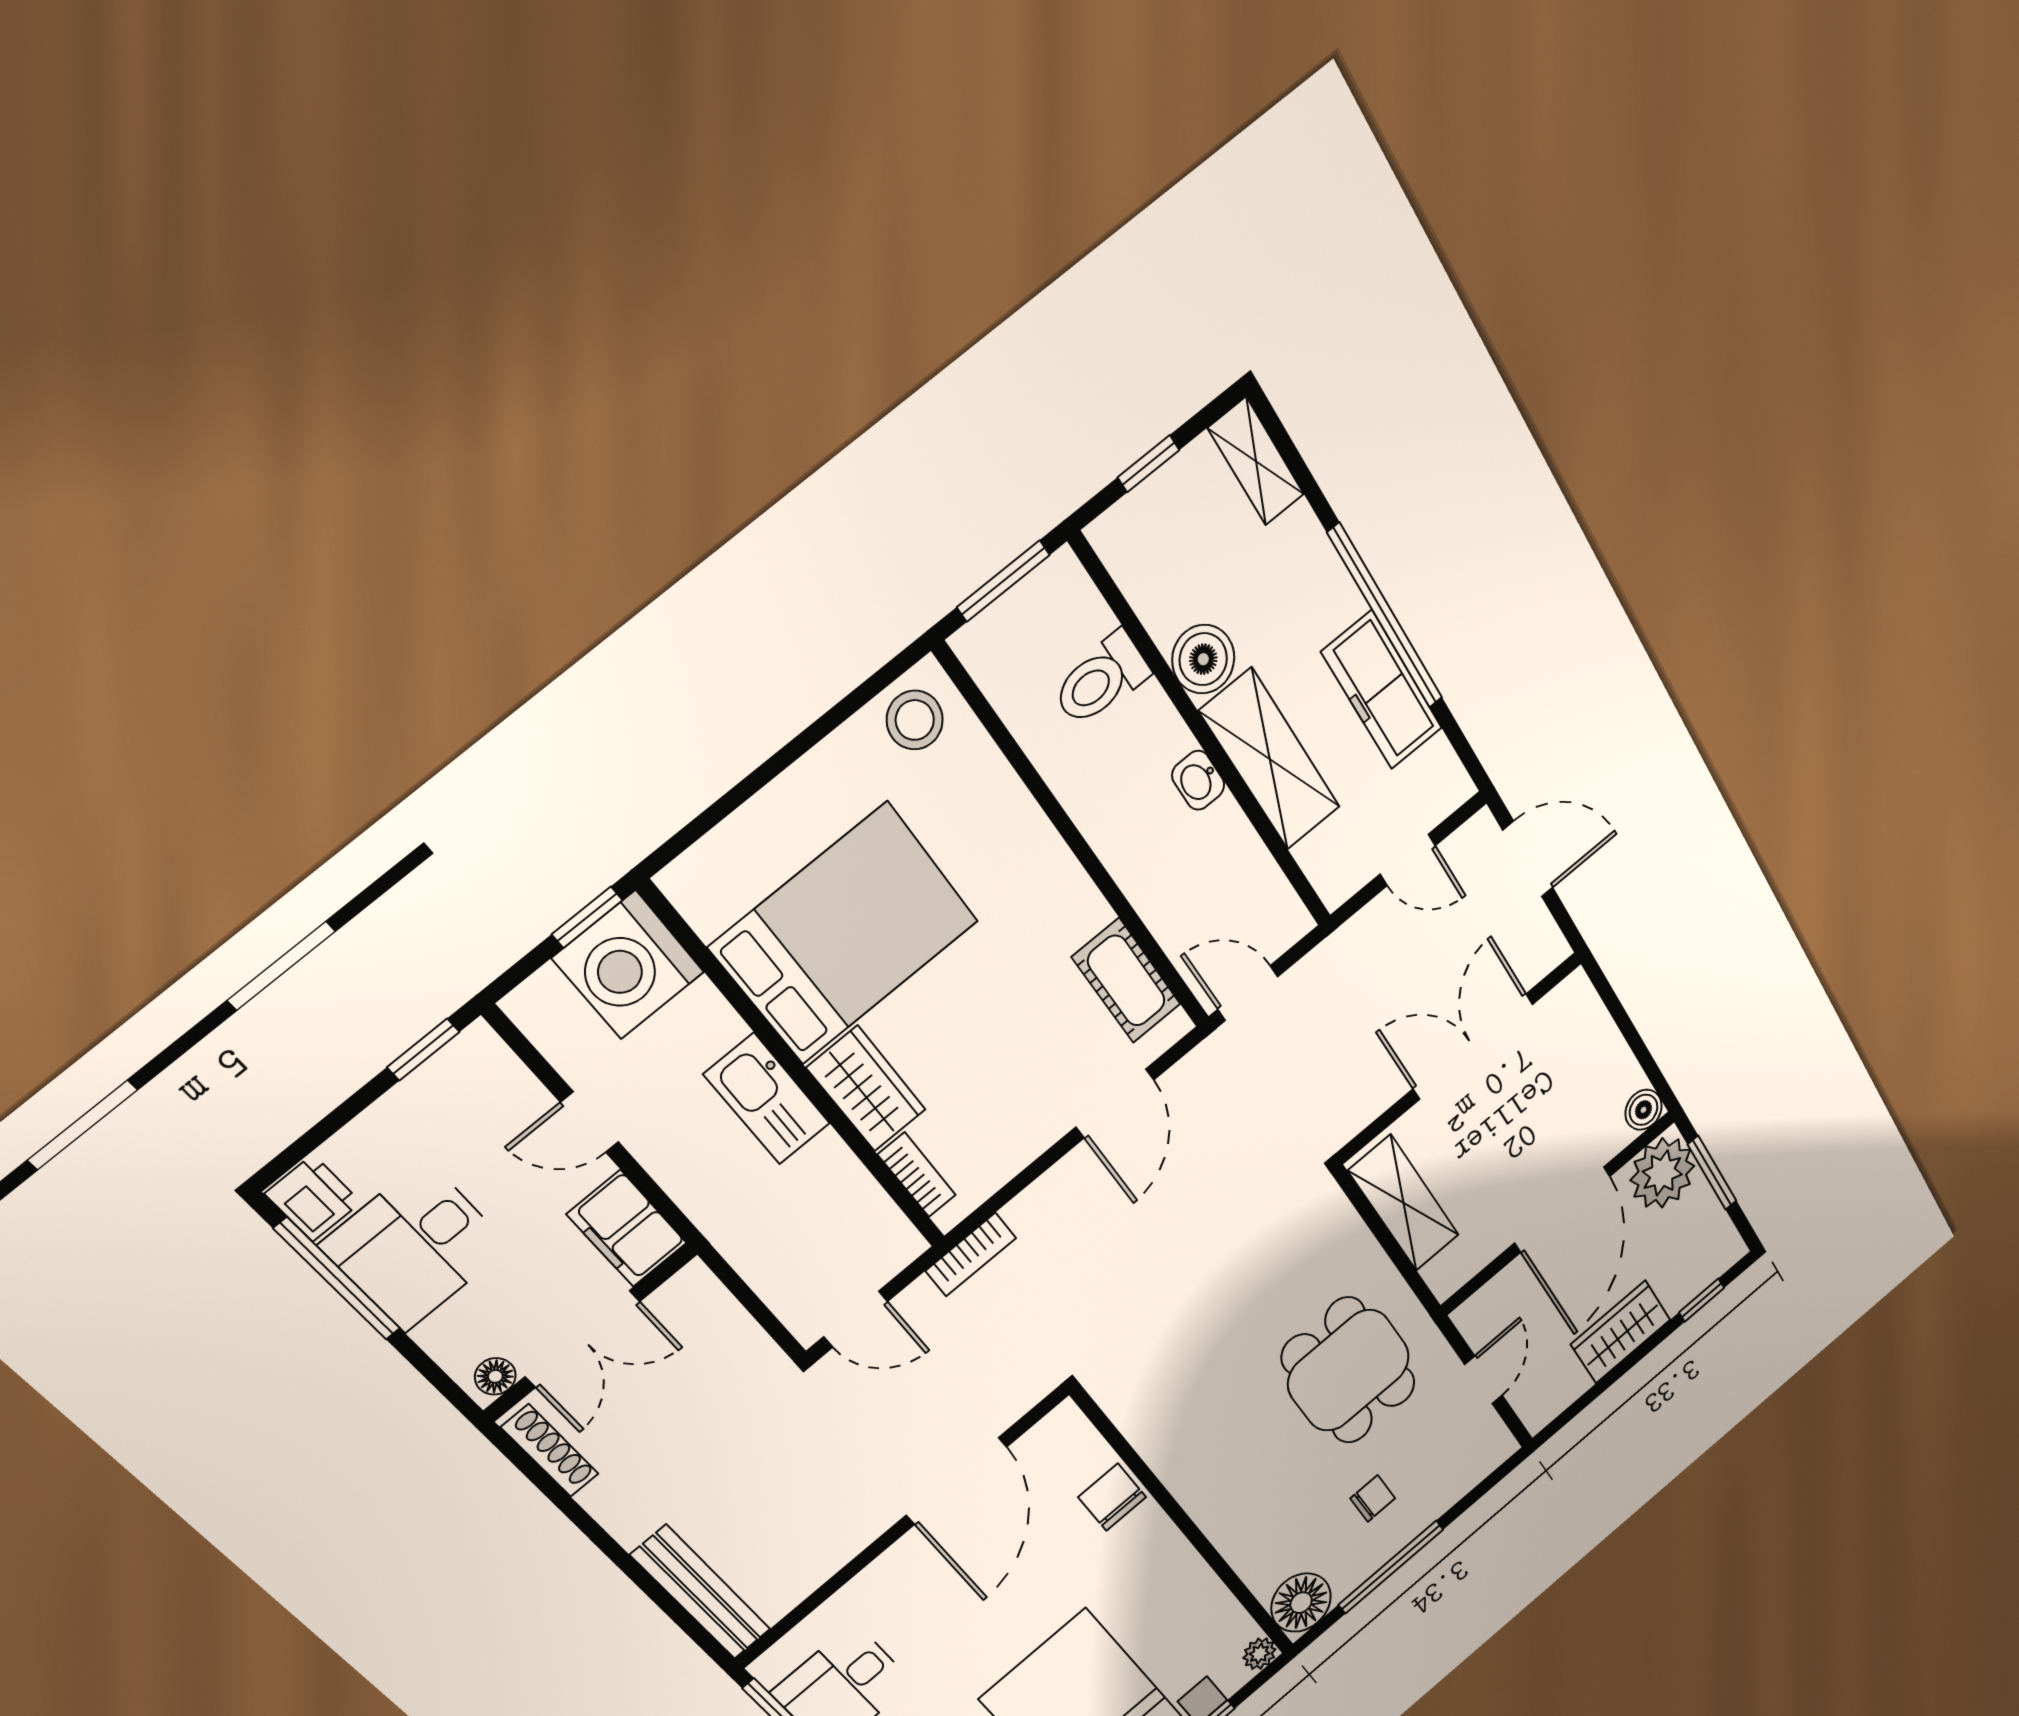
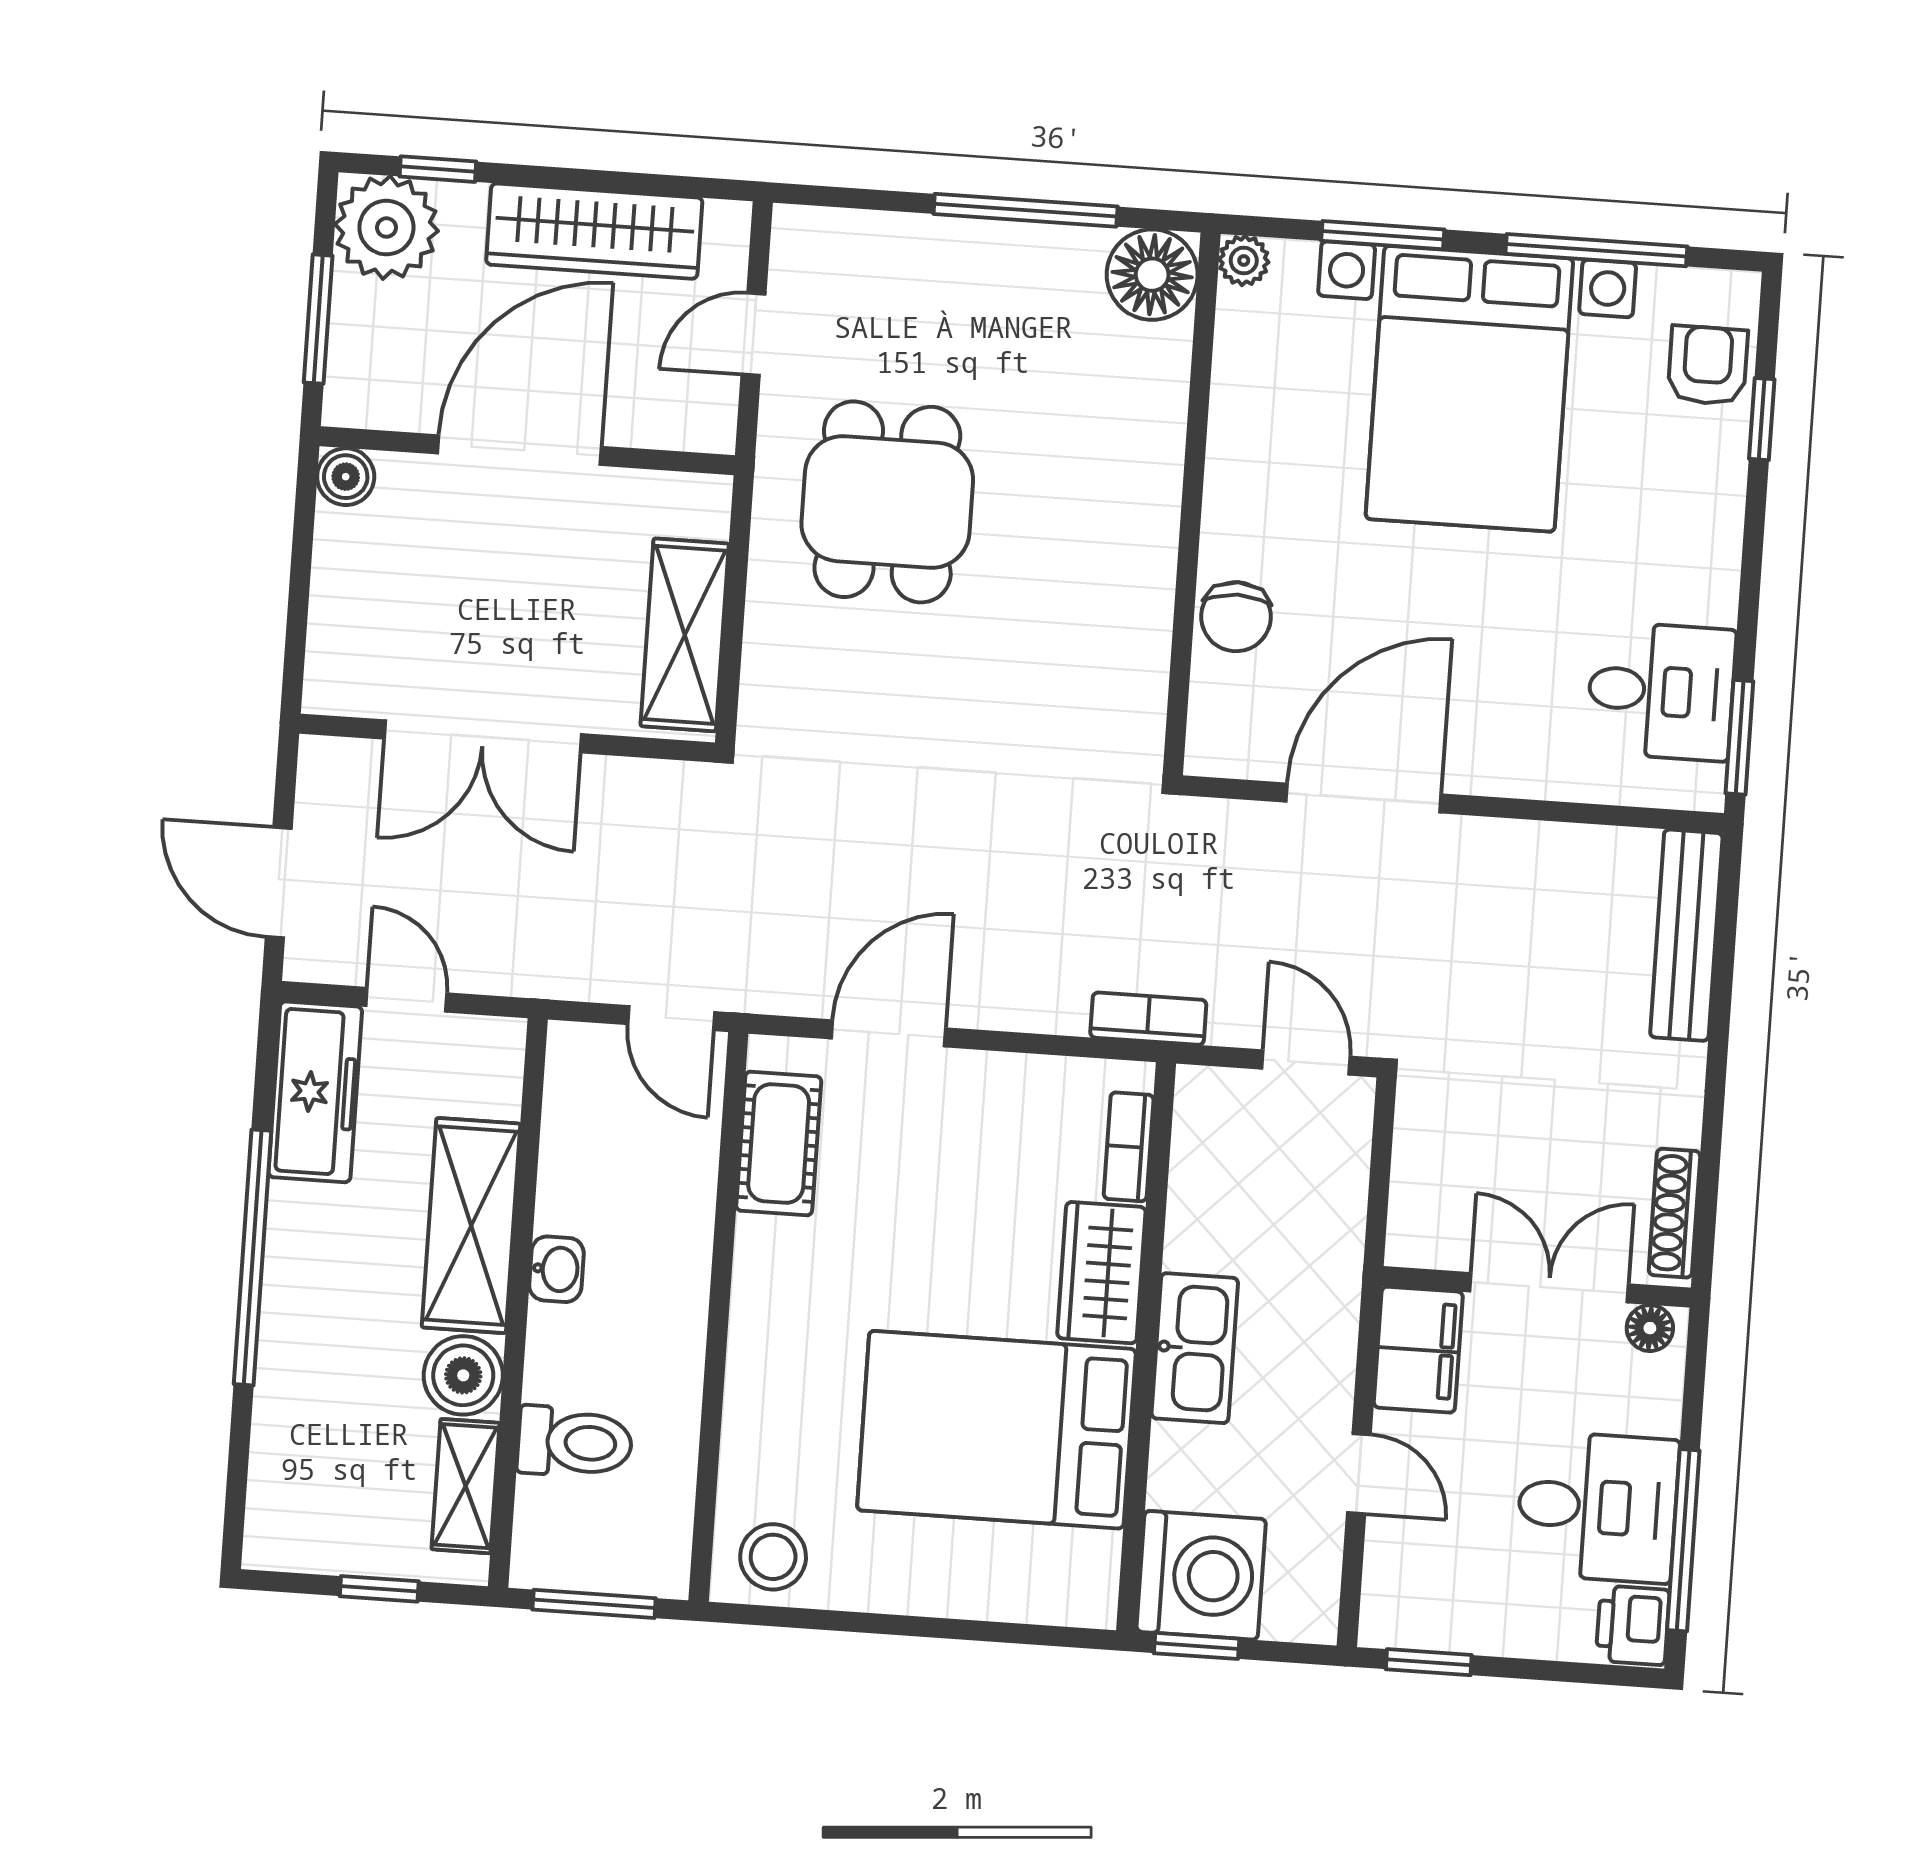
shelving: (1256, 461) -> (465, 1486), moved
freezer: (1382, 690) -> (315, 1092), moved
plant: (1662, 1173) -> (386, 228), moved
wardrobe: (1621, 1332) -> (594, 231), width x1.50
chair: (1373, 1498) -> (980, 319), removed

